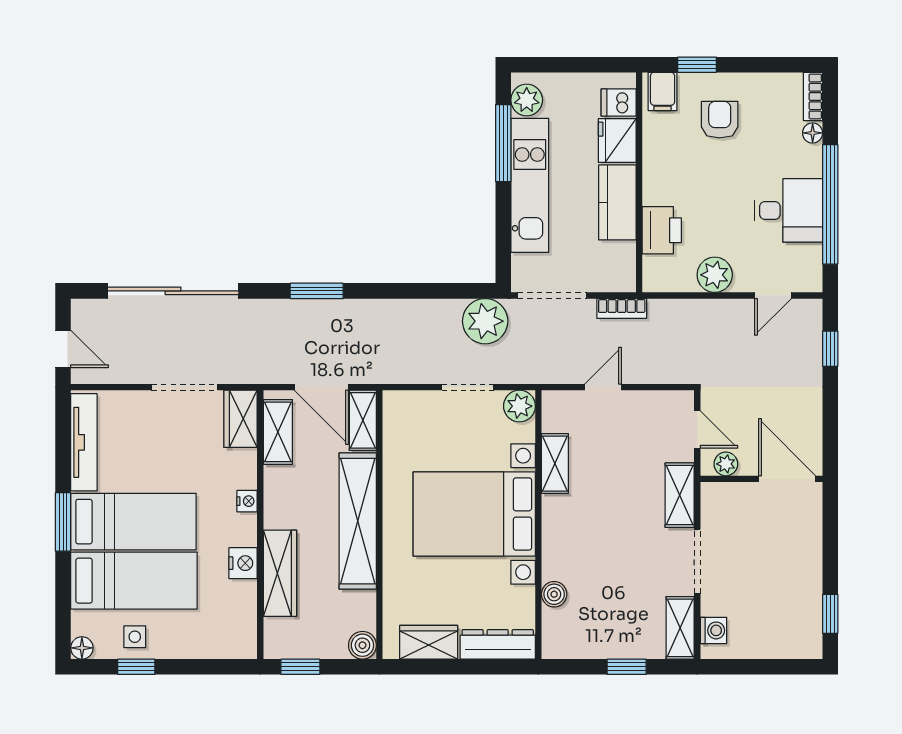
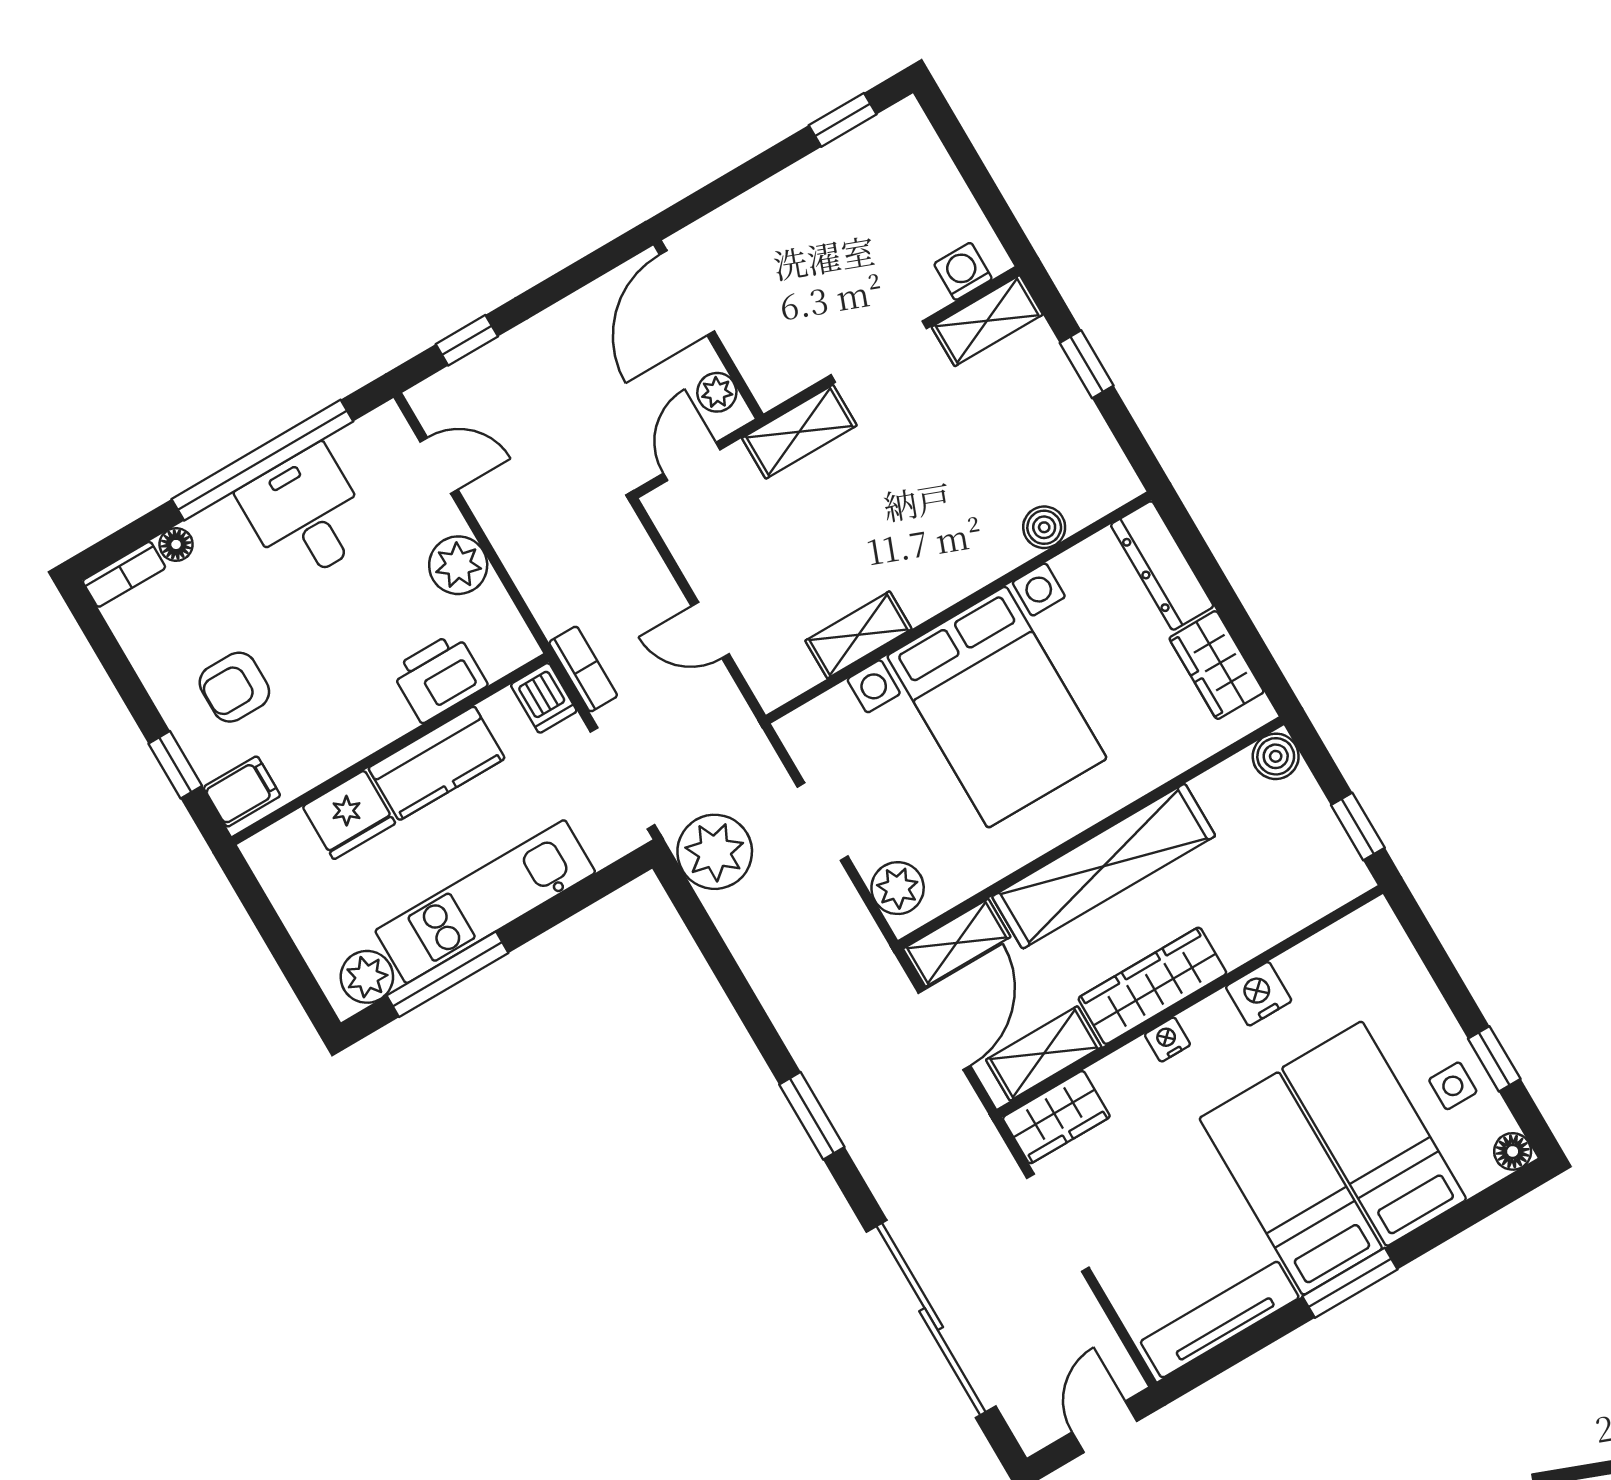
dishwasher: (619, 103) -> (544, 698), moved
plant: (519, 406) -> (898, 888), moved
wardrobe: (280, 573) -> (1152, 986), moved

